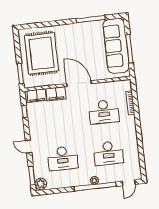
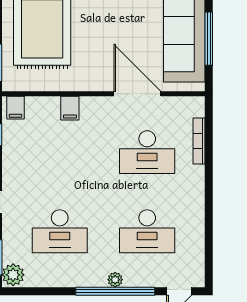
door: (79, 84) -> (137, 94), moved
filing cabinet: (56, 94) -> (70, 108), width x0.50
filing cabinet: (37, 96) -> (15, 108), width x0.50

